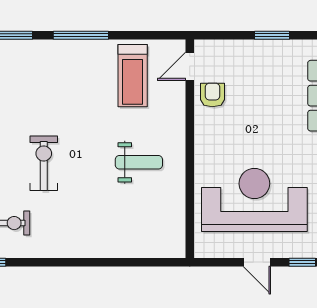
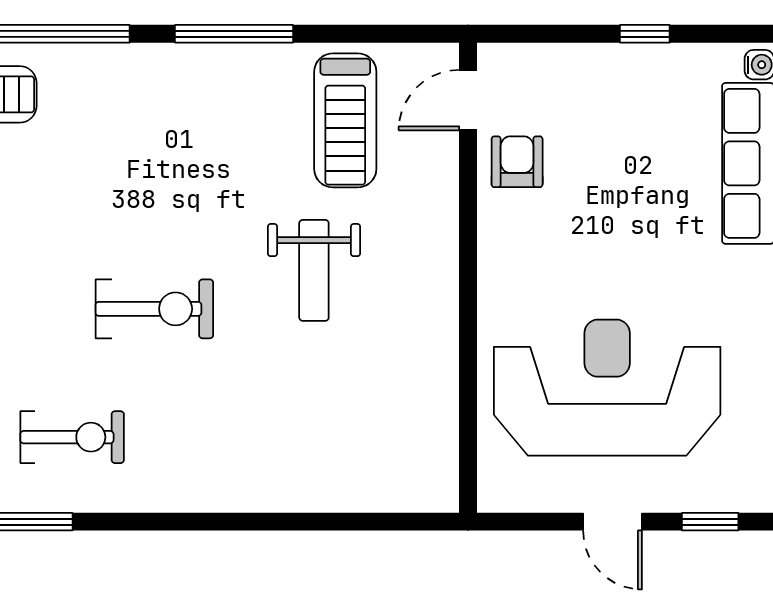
window: (272, 35) -> (645, 34), width x0.67
weight bench: (139, 162) -> (314, 270), moved, turned 90
exercise bike: (44, 163) -> (154, 309), turned 90

